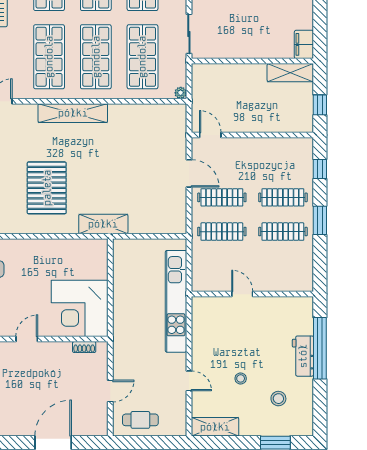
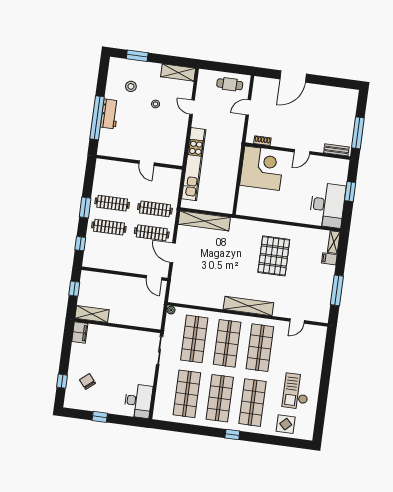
shelving: (103, 224) -> (204, 221), moved, width x1.47

